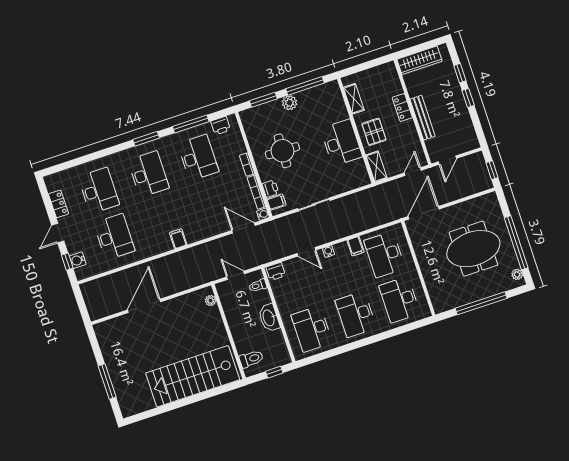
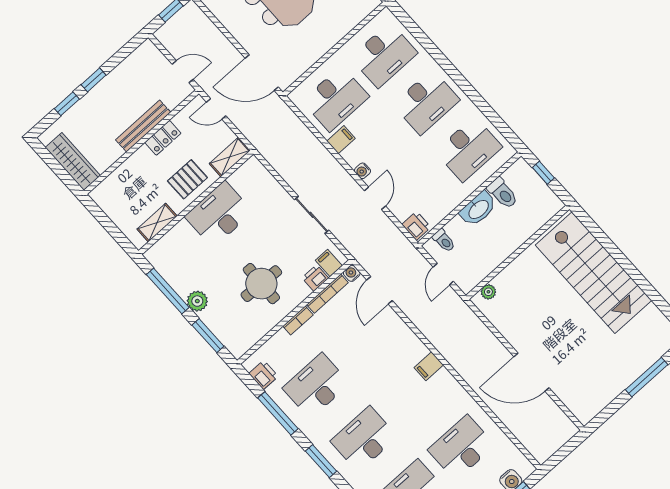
locker: (402, 108) -> (163, 138), moved
toilet: (251, 359) -> (503, 193), moved, turned 180

